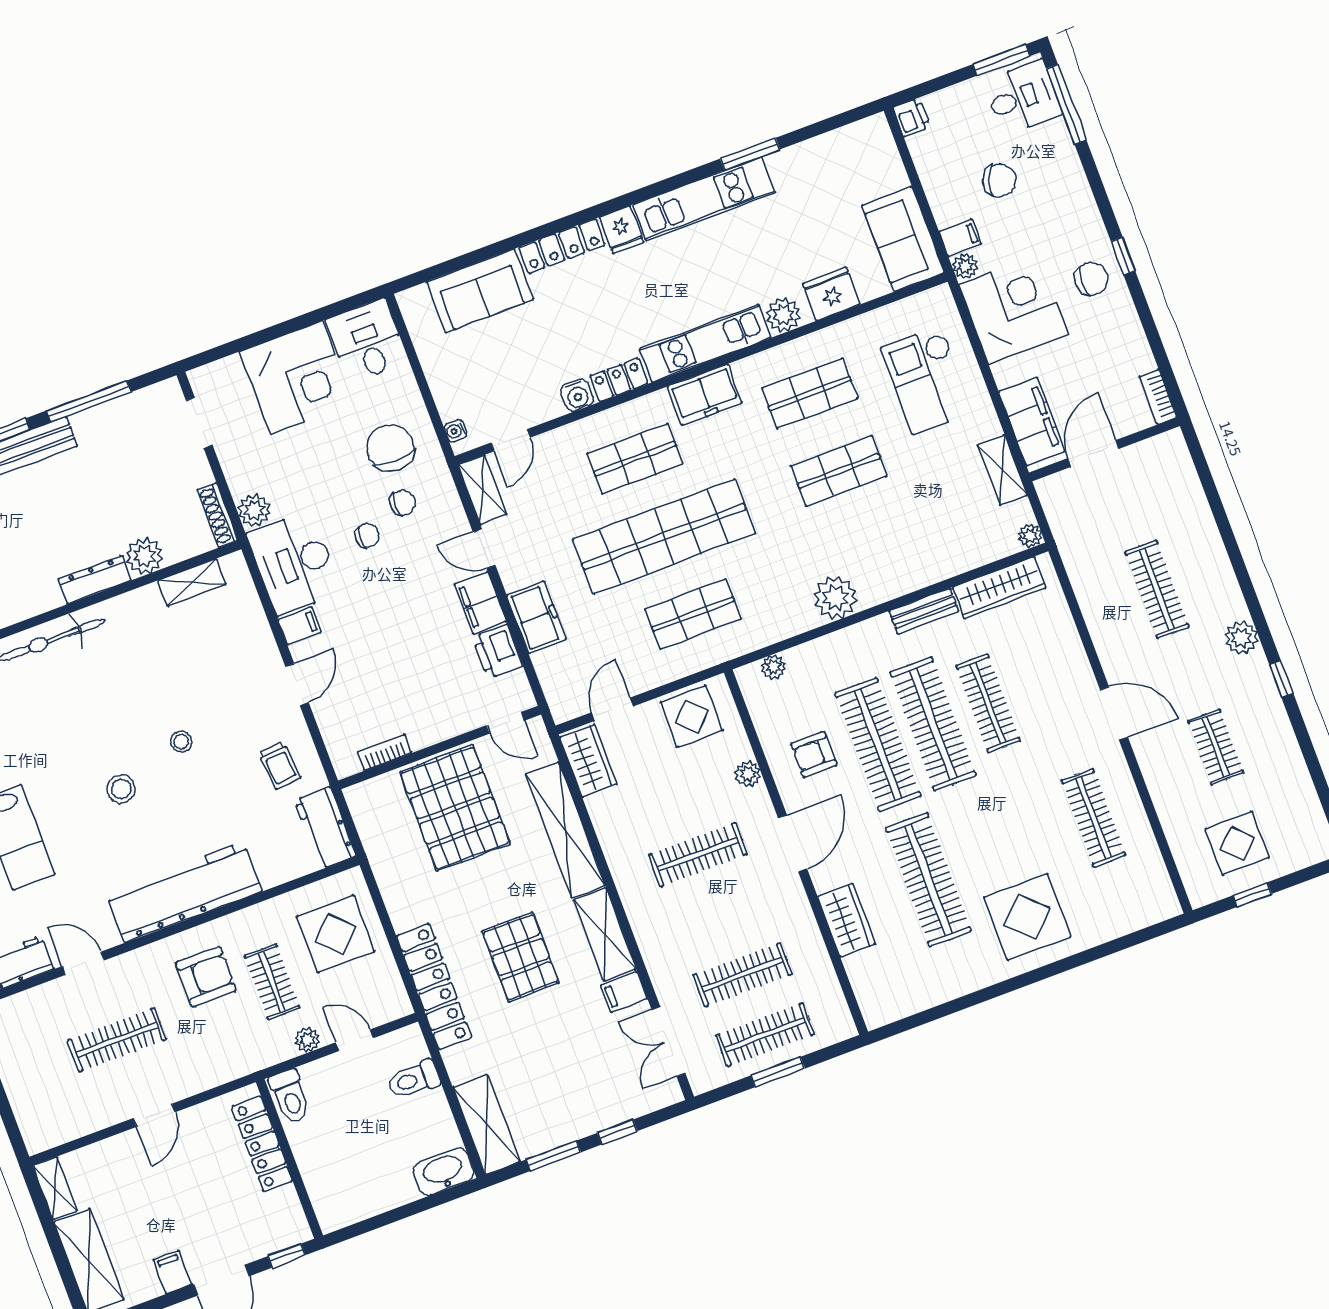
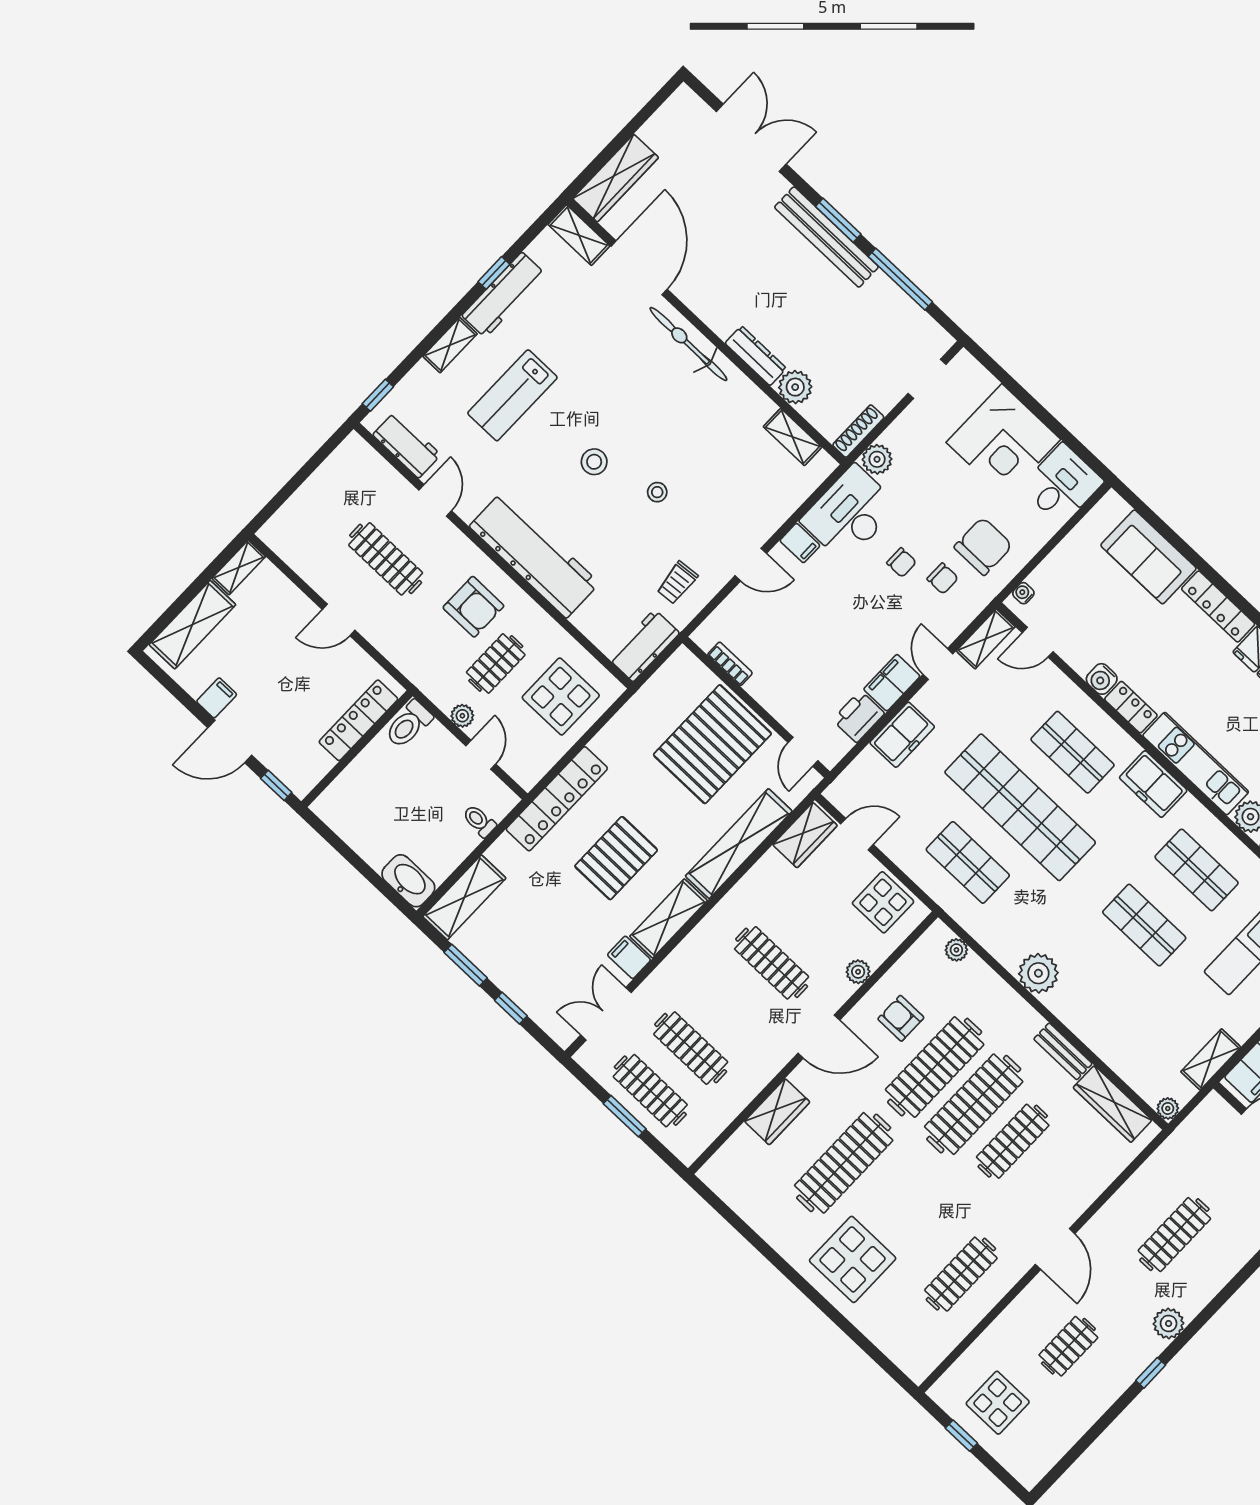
toilet: (414, 1080) -> (479, 821), width x0.73, depth x0.72

